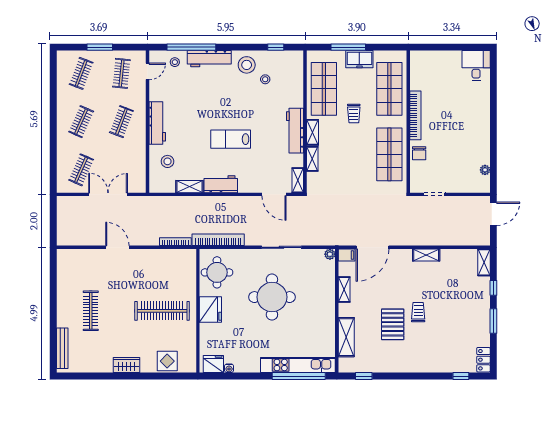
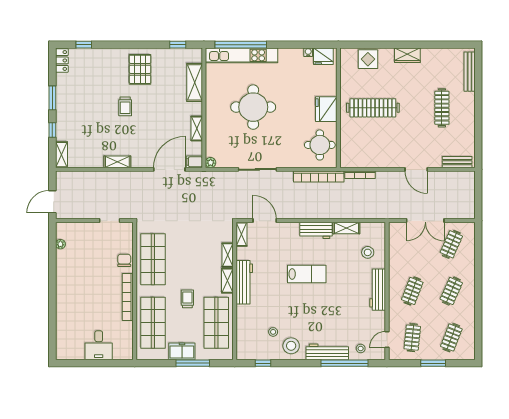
desk: (476, 65) -> (99, 345), moved
bench: (75, 255) -> (457, 162), added
round table: (272, 297) -> (253, 107), moved
pallet: (393, 324) -> (140, 69), moved

